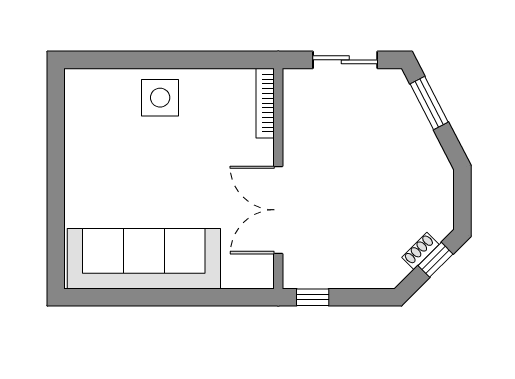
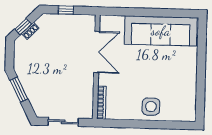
window: (429, 103) -> (19, 90), moved
window: (313, 297) -> (66, 10), moved

